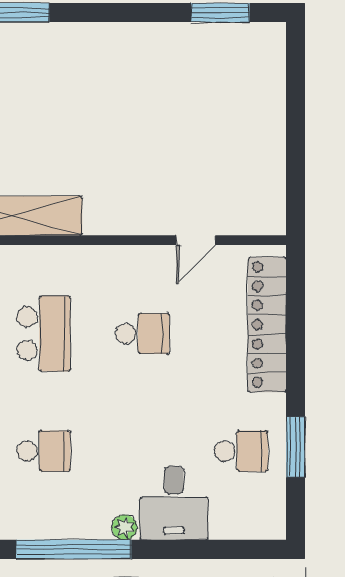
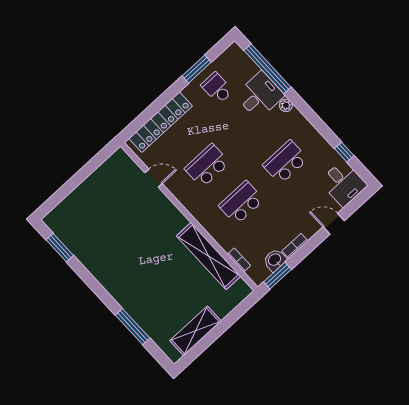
school desk: (142, 334) -> (207, 166), width x1.85
school desk: (44, 451) -> (285, 162), width x1.85
window: (74, 549) -> (267, 69), moved

